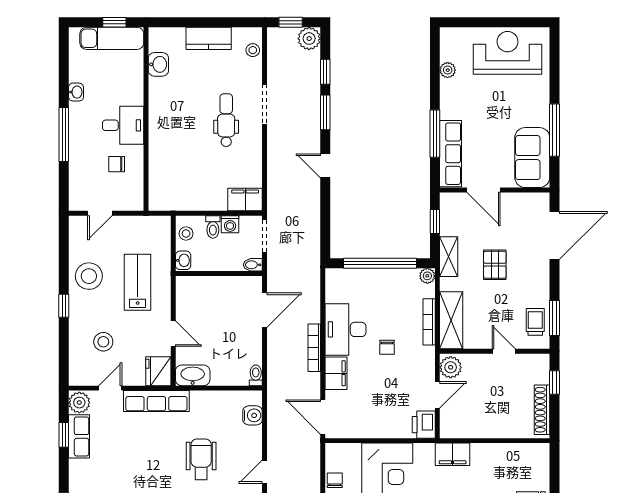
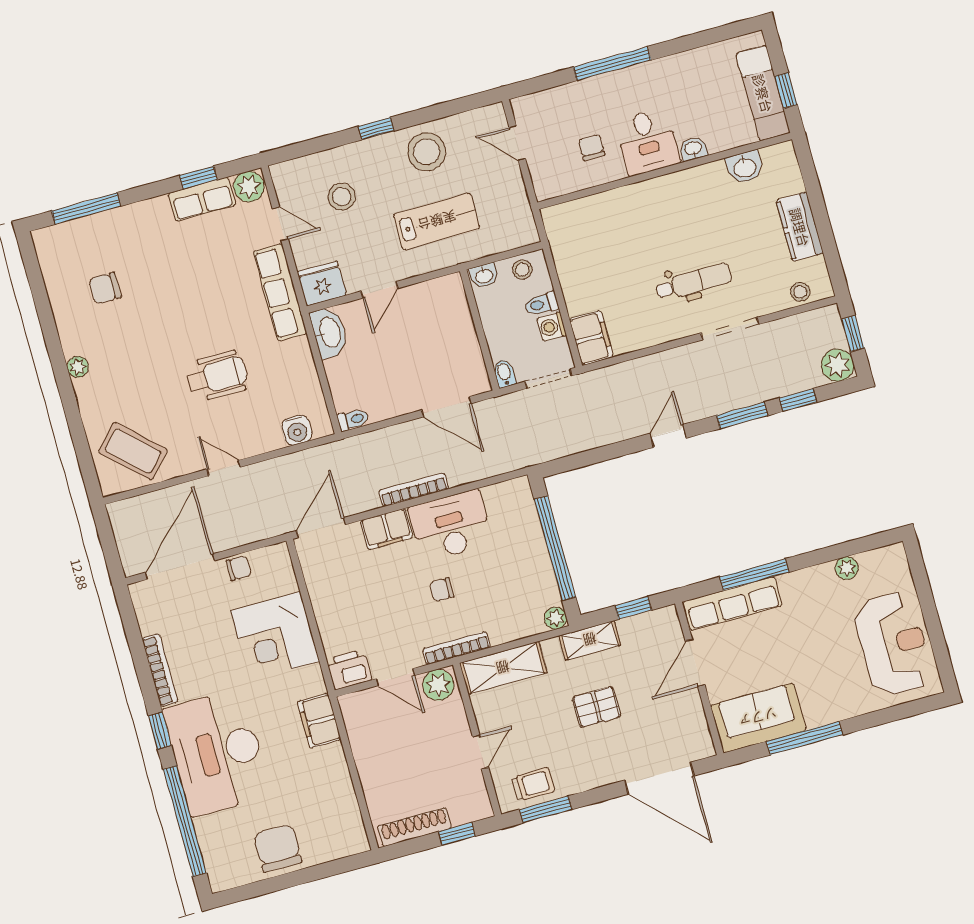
washbasin: (76, 92) -> (693, 149), moved, turned 180
bookcase: (429, 322) -> (456, 648), moved

